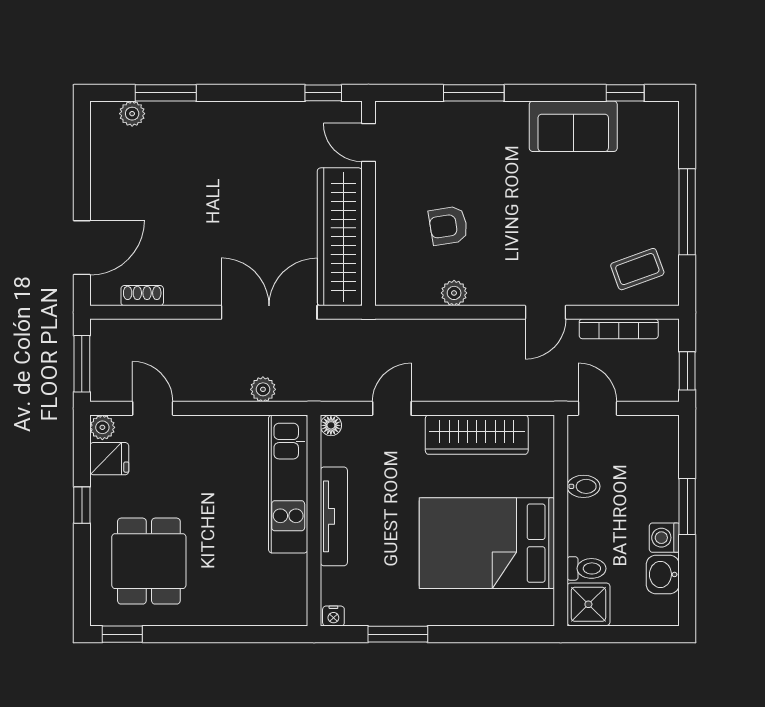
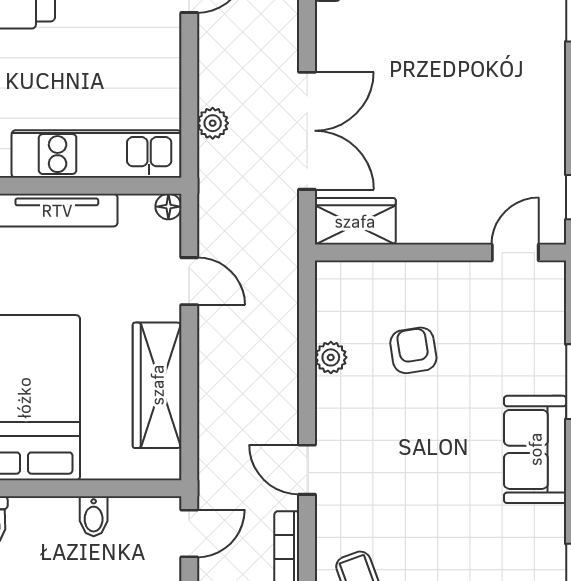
sofa: (573, 126) -> (535, 449), moved
wardrobe: (340, 237) -> (355, 221), width x0.48, depth x0.85

